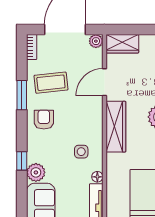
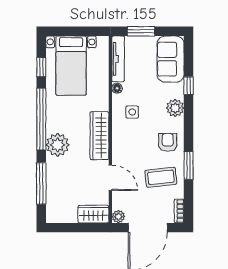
door: (104, 82) -> (110, 178), hinge flipped
armchair: (44, 120) -> (168, 142), turned 180
window: (22, 161) -> (189, 86), moved
plant: (36, 172) -> (175, 108), moved

